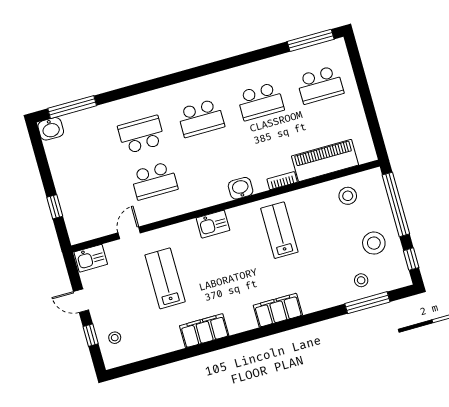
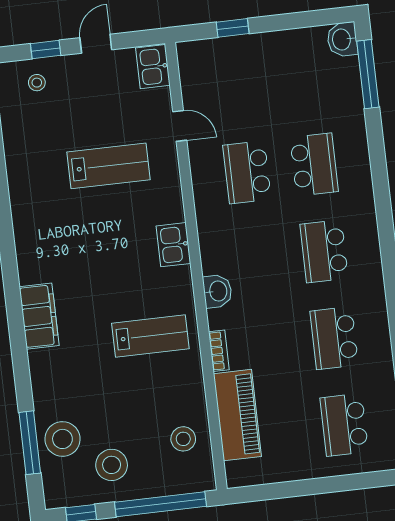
stool: (361, 280) -> (62, 439), width x1.89, depth x1.89
filing cabinet: (204, 331) -> (27, 209), removed

